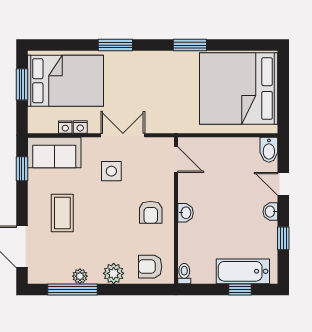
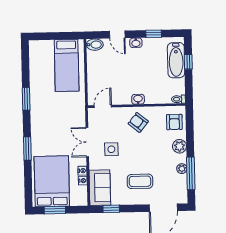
bed: (239, 89) -> (67, 65), width x0.49
door: (283, 184) -> (117, 35), hinge flipped
armchair: (151, 212) -> (138, 122), turned -141

